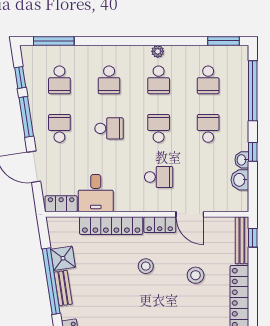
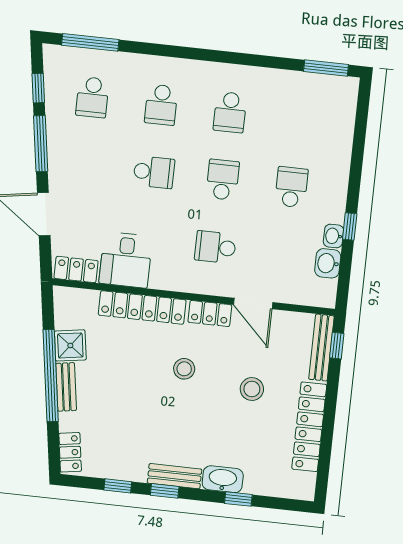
plant: (158, 51) -> (233, 73), removed
school desk: (208, 80) -> (299, 120), removed
window: (253, 91) -> (359, 142), removed
school desk: (59, 128) -> (85, 165), removed
school desk: (159, 177) -> (215, 247), turned 180

